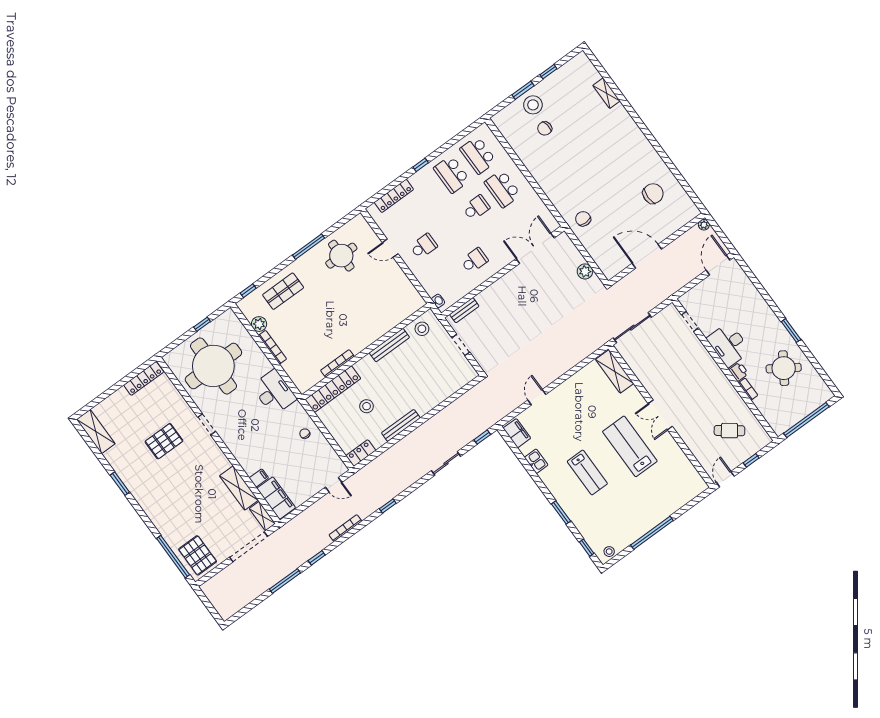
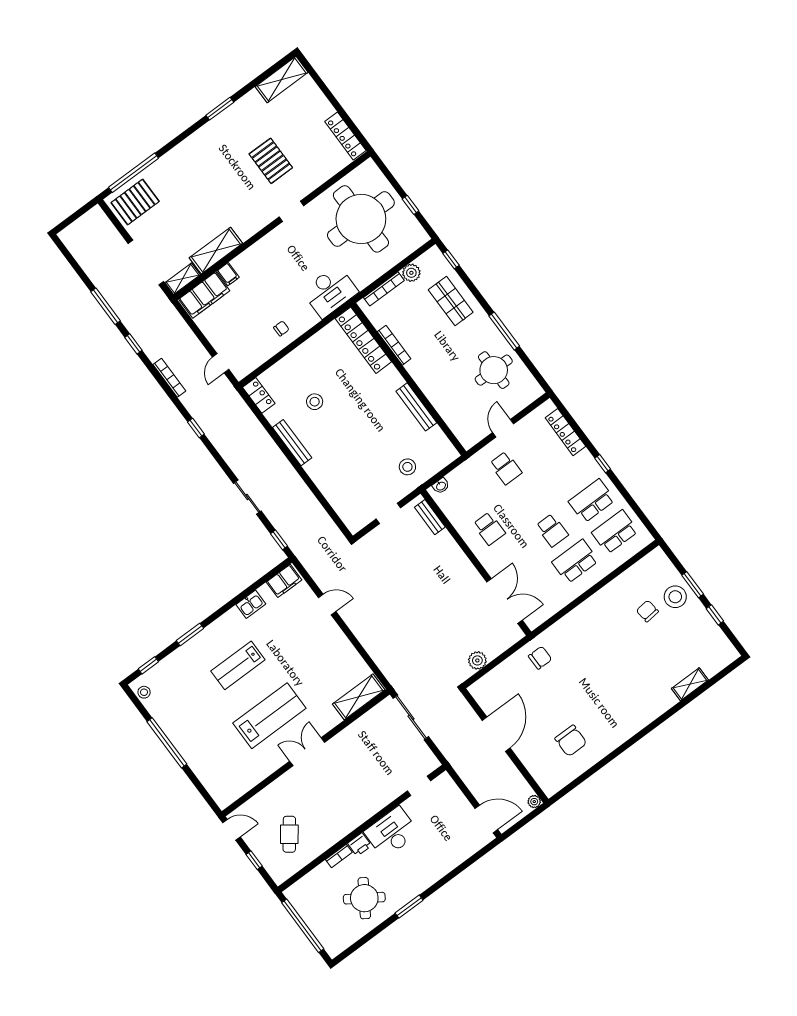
bench: (389, 345) -> (416, 407), moved
wall: (366, 351) -> (408, 379), moved
bookcase: (337, 363) -> (394, 345), moved
locker: (333, 389) -> (363, 340), moved

